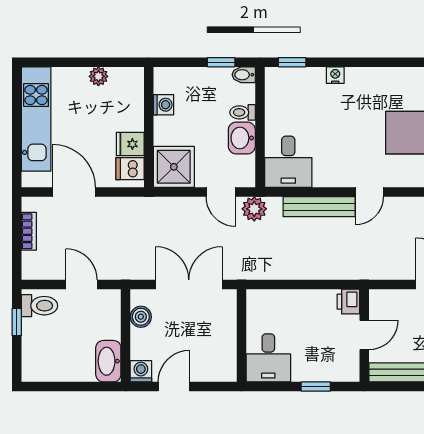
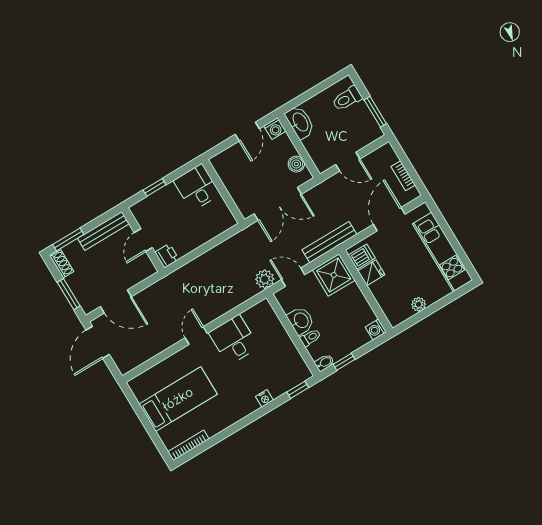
washing machine: (164, 105) -> (376, 330), moved
desk: (288, 162) -> (234, 340), moved
door: (74, 192) -> (389, 219), swing flipped
bench: (319, 207) -> (329, 242), moved
toilet: (40, 306) -> (347, 99), moved
window: (17, 322) -> (375, 112), width x1.50

